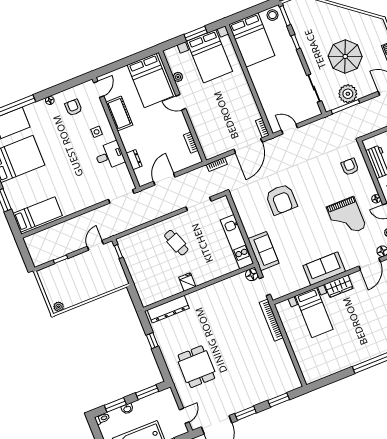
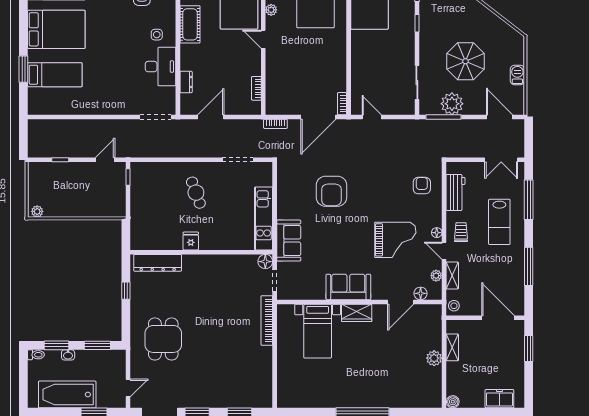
desk: (109, 156) -> (161, 67), width x1.37
bed: (38, 214) -> (55, 75), moved
grand piano: (346, 217) -> (395, 240), turned -90

